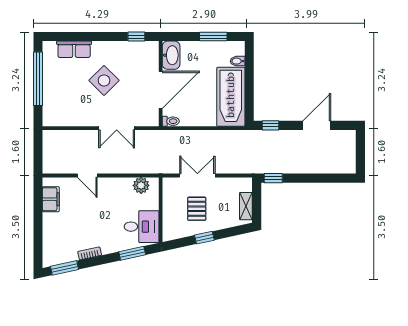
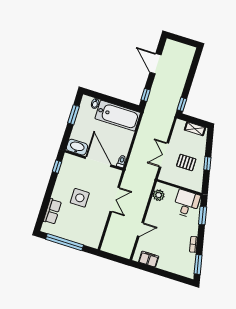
side table: (104, 80) -> (80, 198), turned 45

